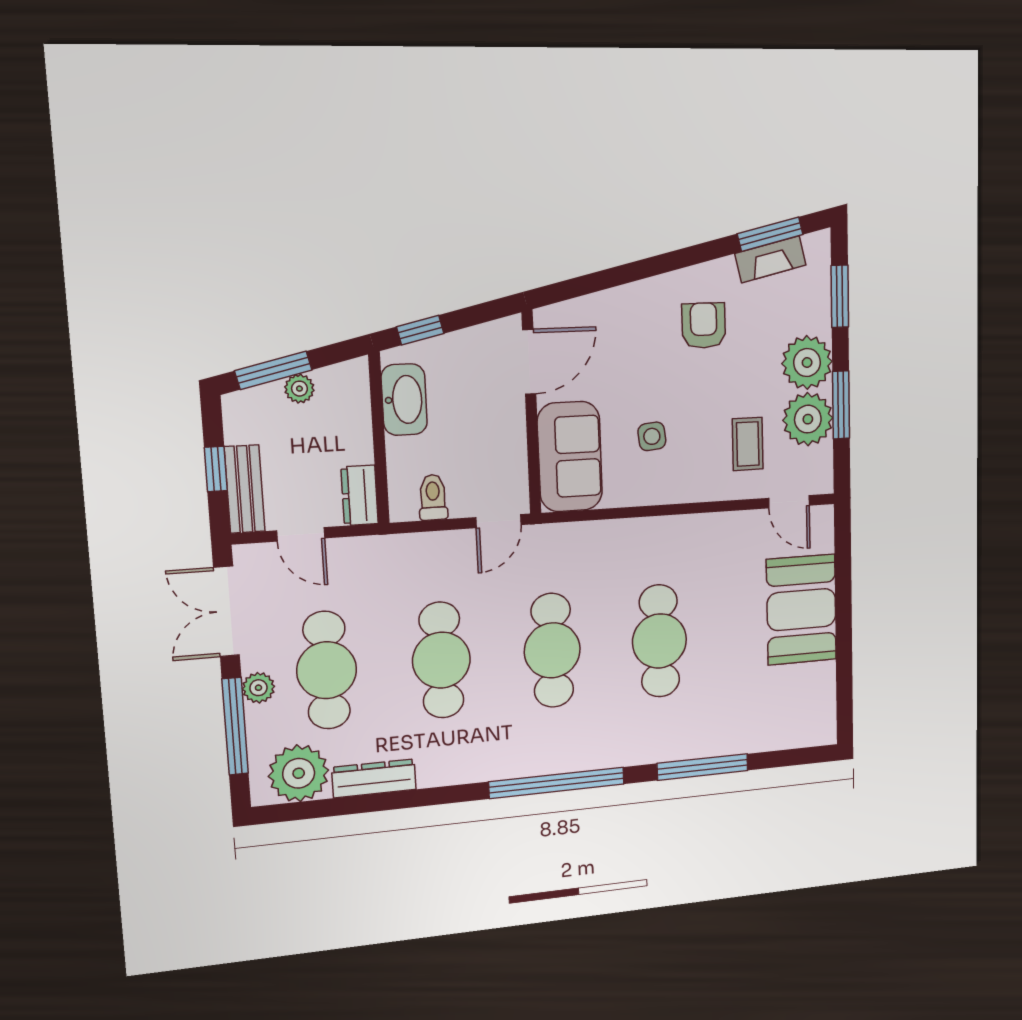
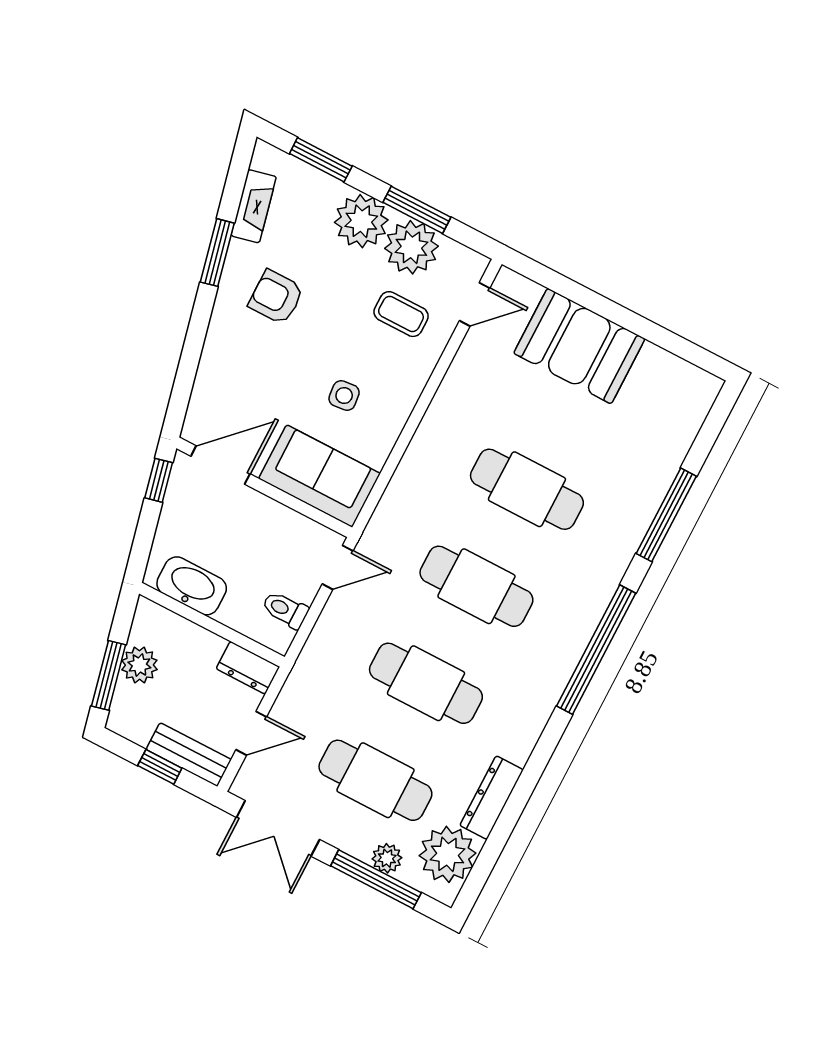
window: (770, 234) -> (217, 253), moved
window: (420, 330) -> (159, 480), moved
door: (529, 362) -> (220, 465), hinge flipped
plant: (299, 389) -> (139, 665), width x1.38, depth x1.38
door: (498, 521) -> (338, 567), hinge flipped
plant: (258, 688) -> (387, 858), moved

